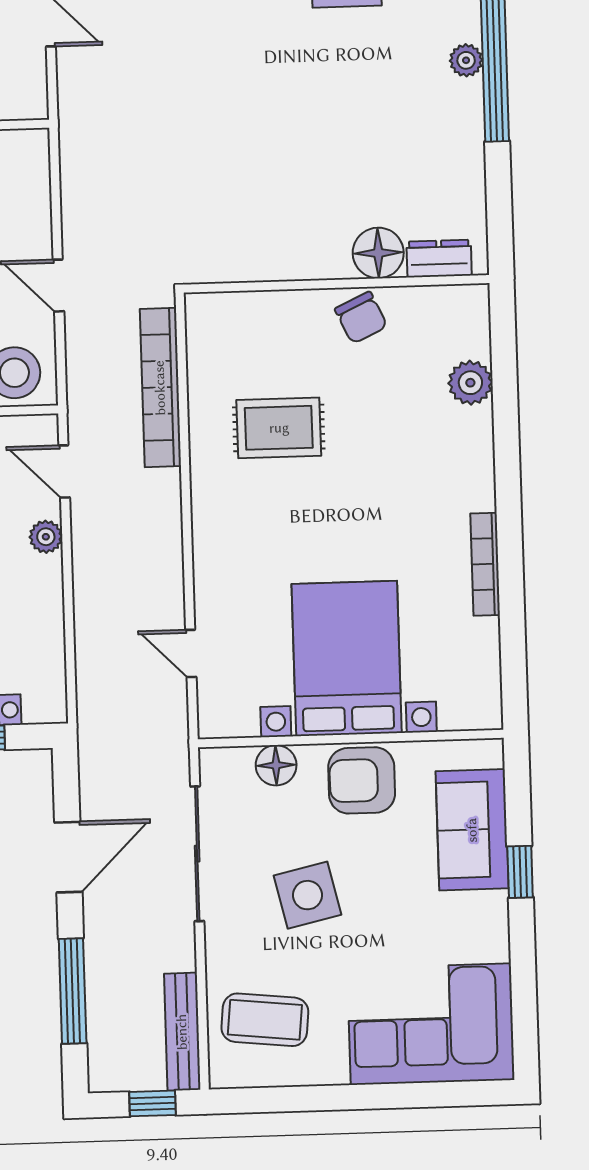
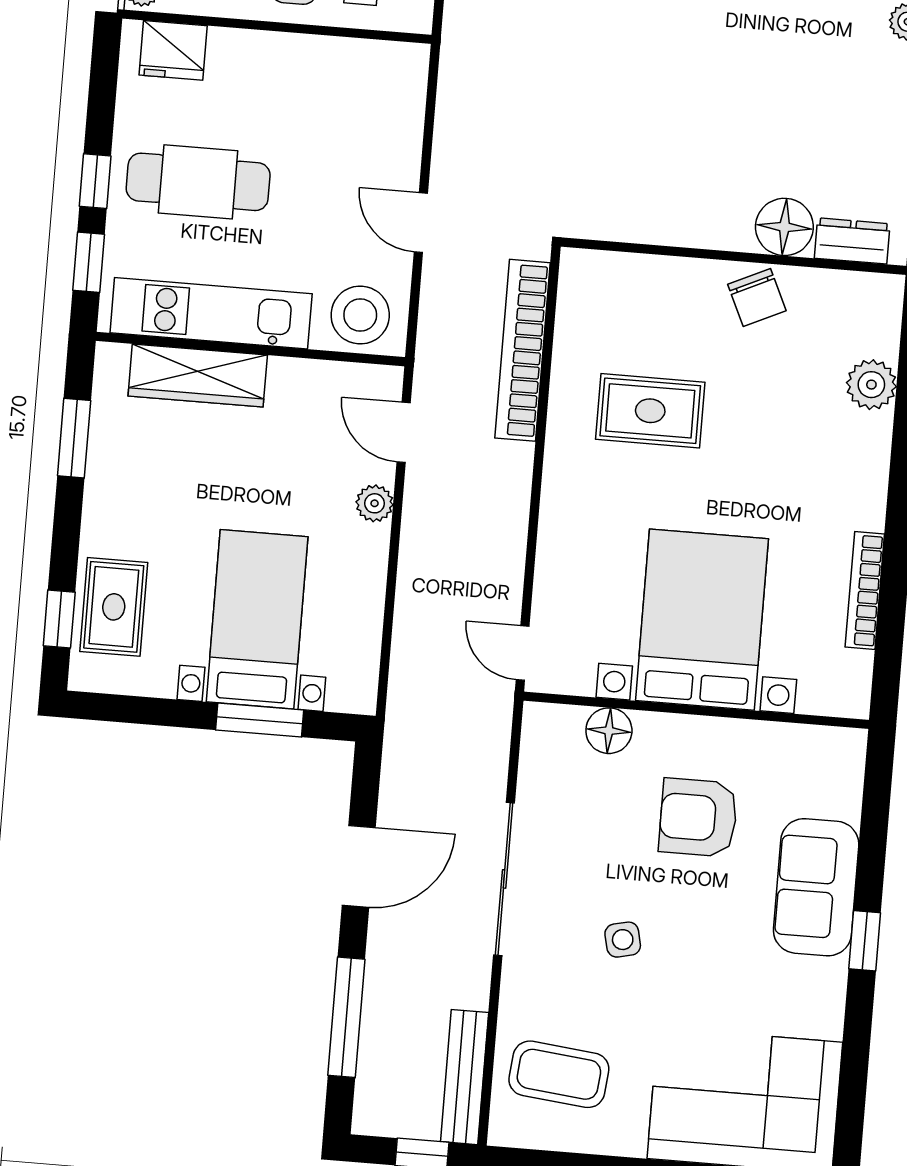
bed with nightstands: (347, 658) -> (702, 620), moved
wall: (351, 739) -> (696, 710), moved
floor lamp: (276, 765) -> (609, 731), moved
side table: (307, 895) -> (623, 940), width x0.54, depth x0.54

